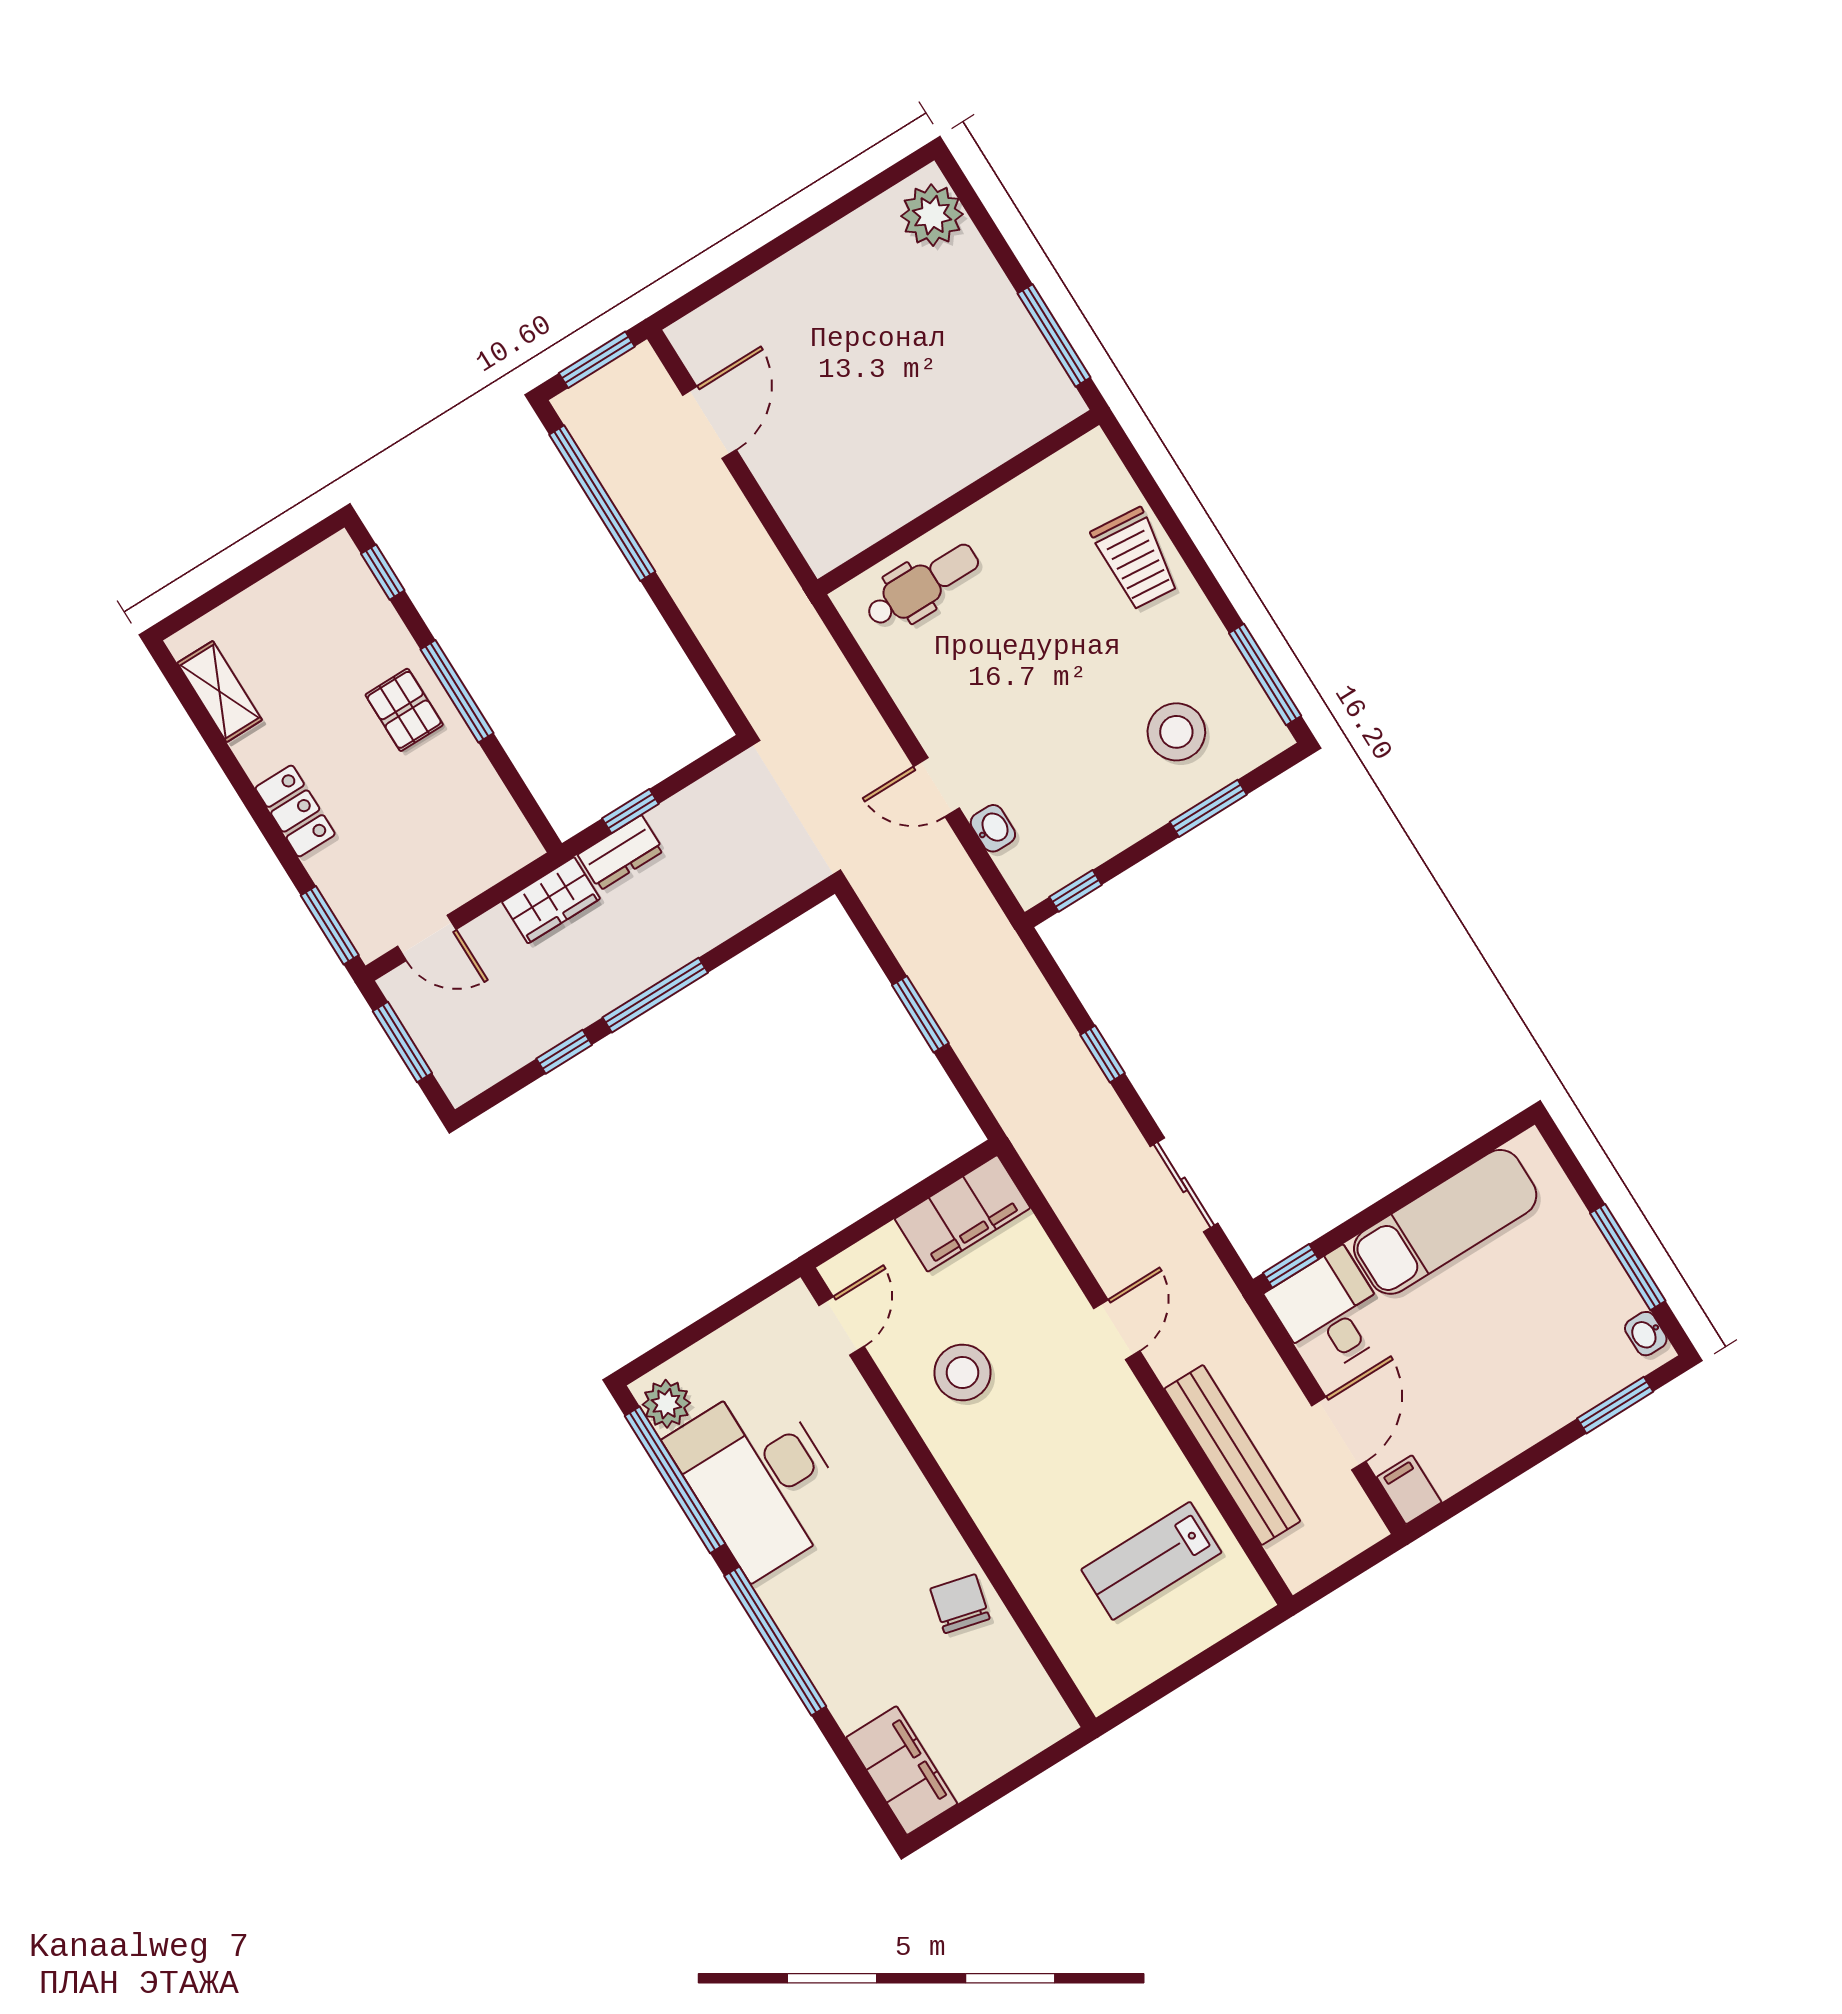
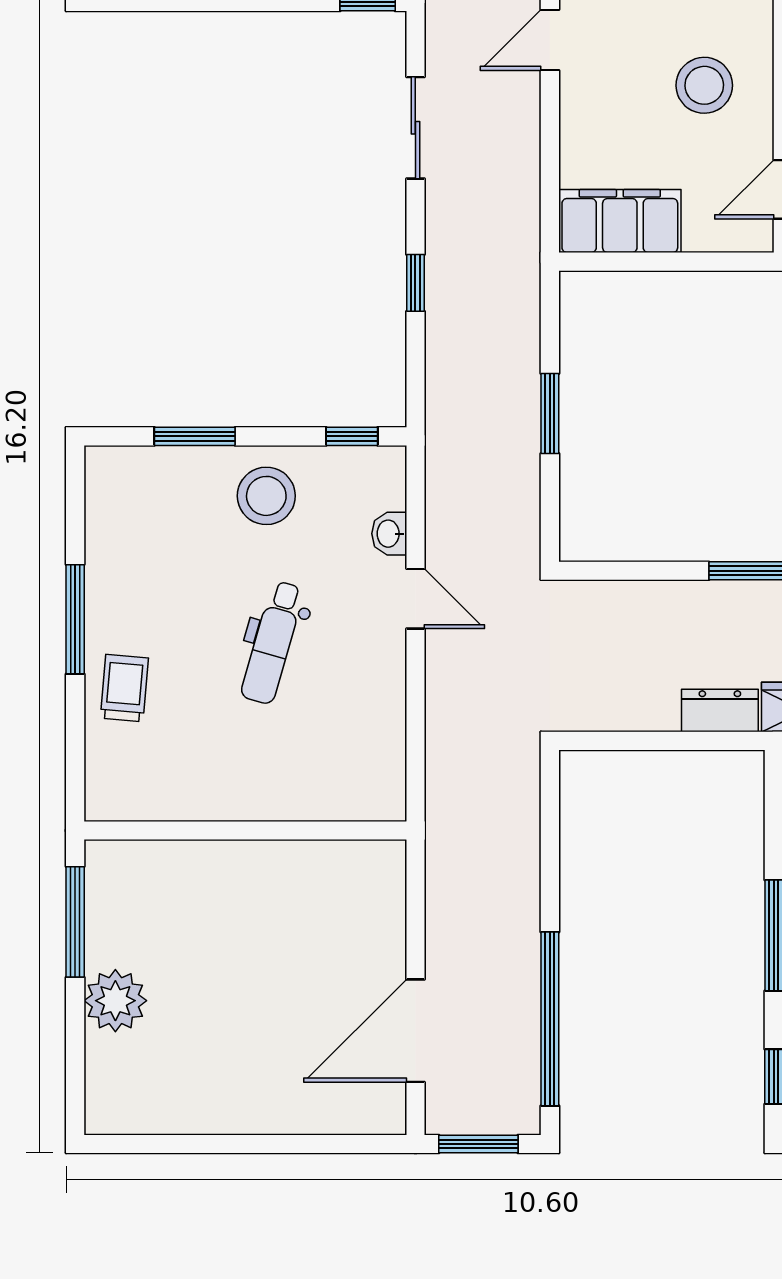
plant: (932, 215) -> (115, 1001), moved
door: (709, 422) -> (415, 1031), width x1.36
trolley: (1135, 559) -> (124, 688), width x0.73, depth x0.72
dental chair: (922, 585) -> (272, 643), moved, turned -74
window: (1265, 674) -> (75, 619), moved
stool: (1176, 732) -> (266, 496), moved
window: (630, 811) -> (689, 741), removed

